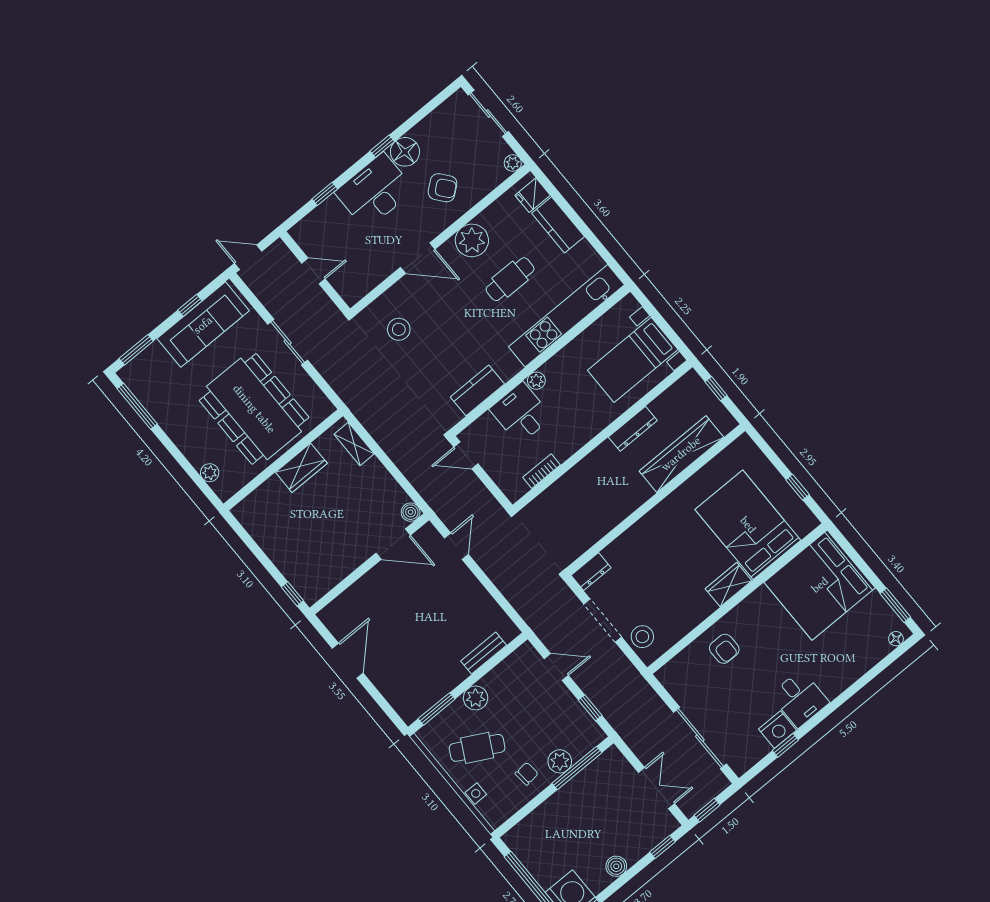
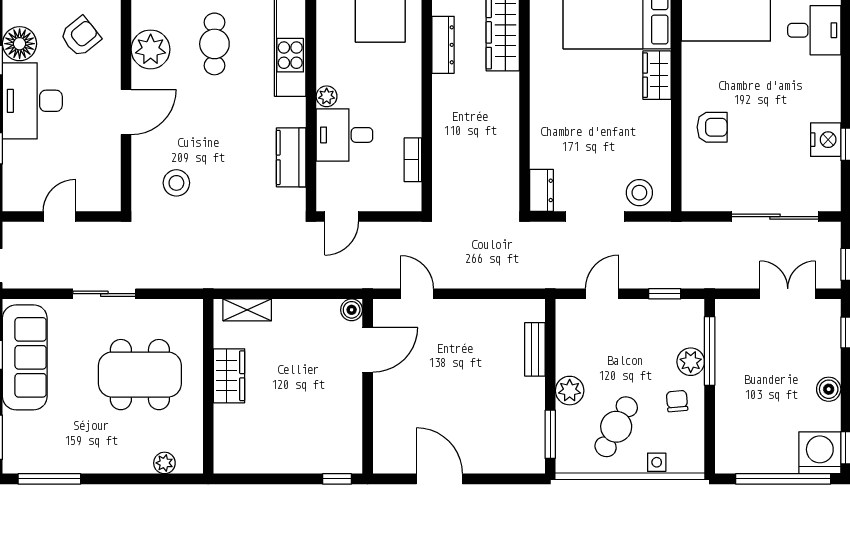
dining table: (254, 409) -> (140, 375), width x0.73, depth x0.80
desk: (800, 699) -> (814, 30), moved

